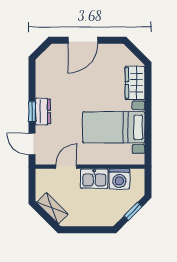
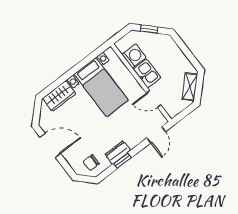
door: (83, 40) -> (50, 145), moved
chair: (52, 66) -> (91, 163), added
window: (32, 112) -> (122, 161), moved
dresser: (43, 112) -> (118, 152), moved

